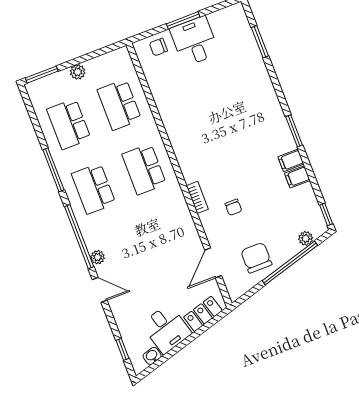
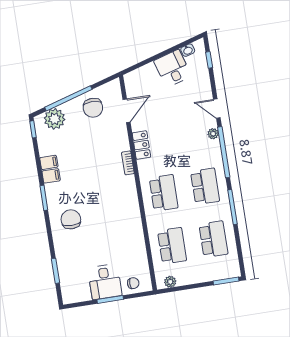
plant: (78, 72) -> (170, 282), moved
chair: (233, 207) -> (71, 219), moved, width x1.87, depth x1.87
plant: (306, 238) -> (55, 119), width x1.88, depth x1.88
locker: (203, 314) -> (141, 145), moved, turned -74

